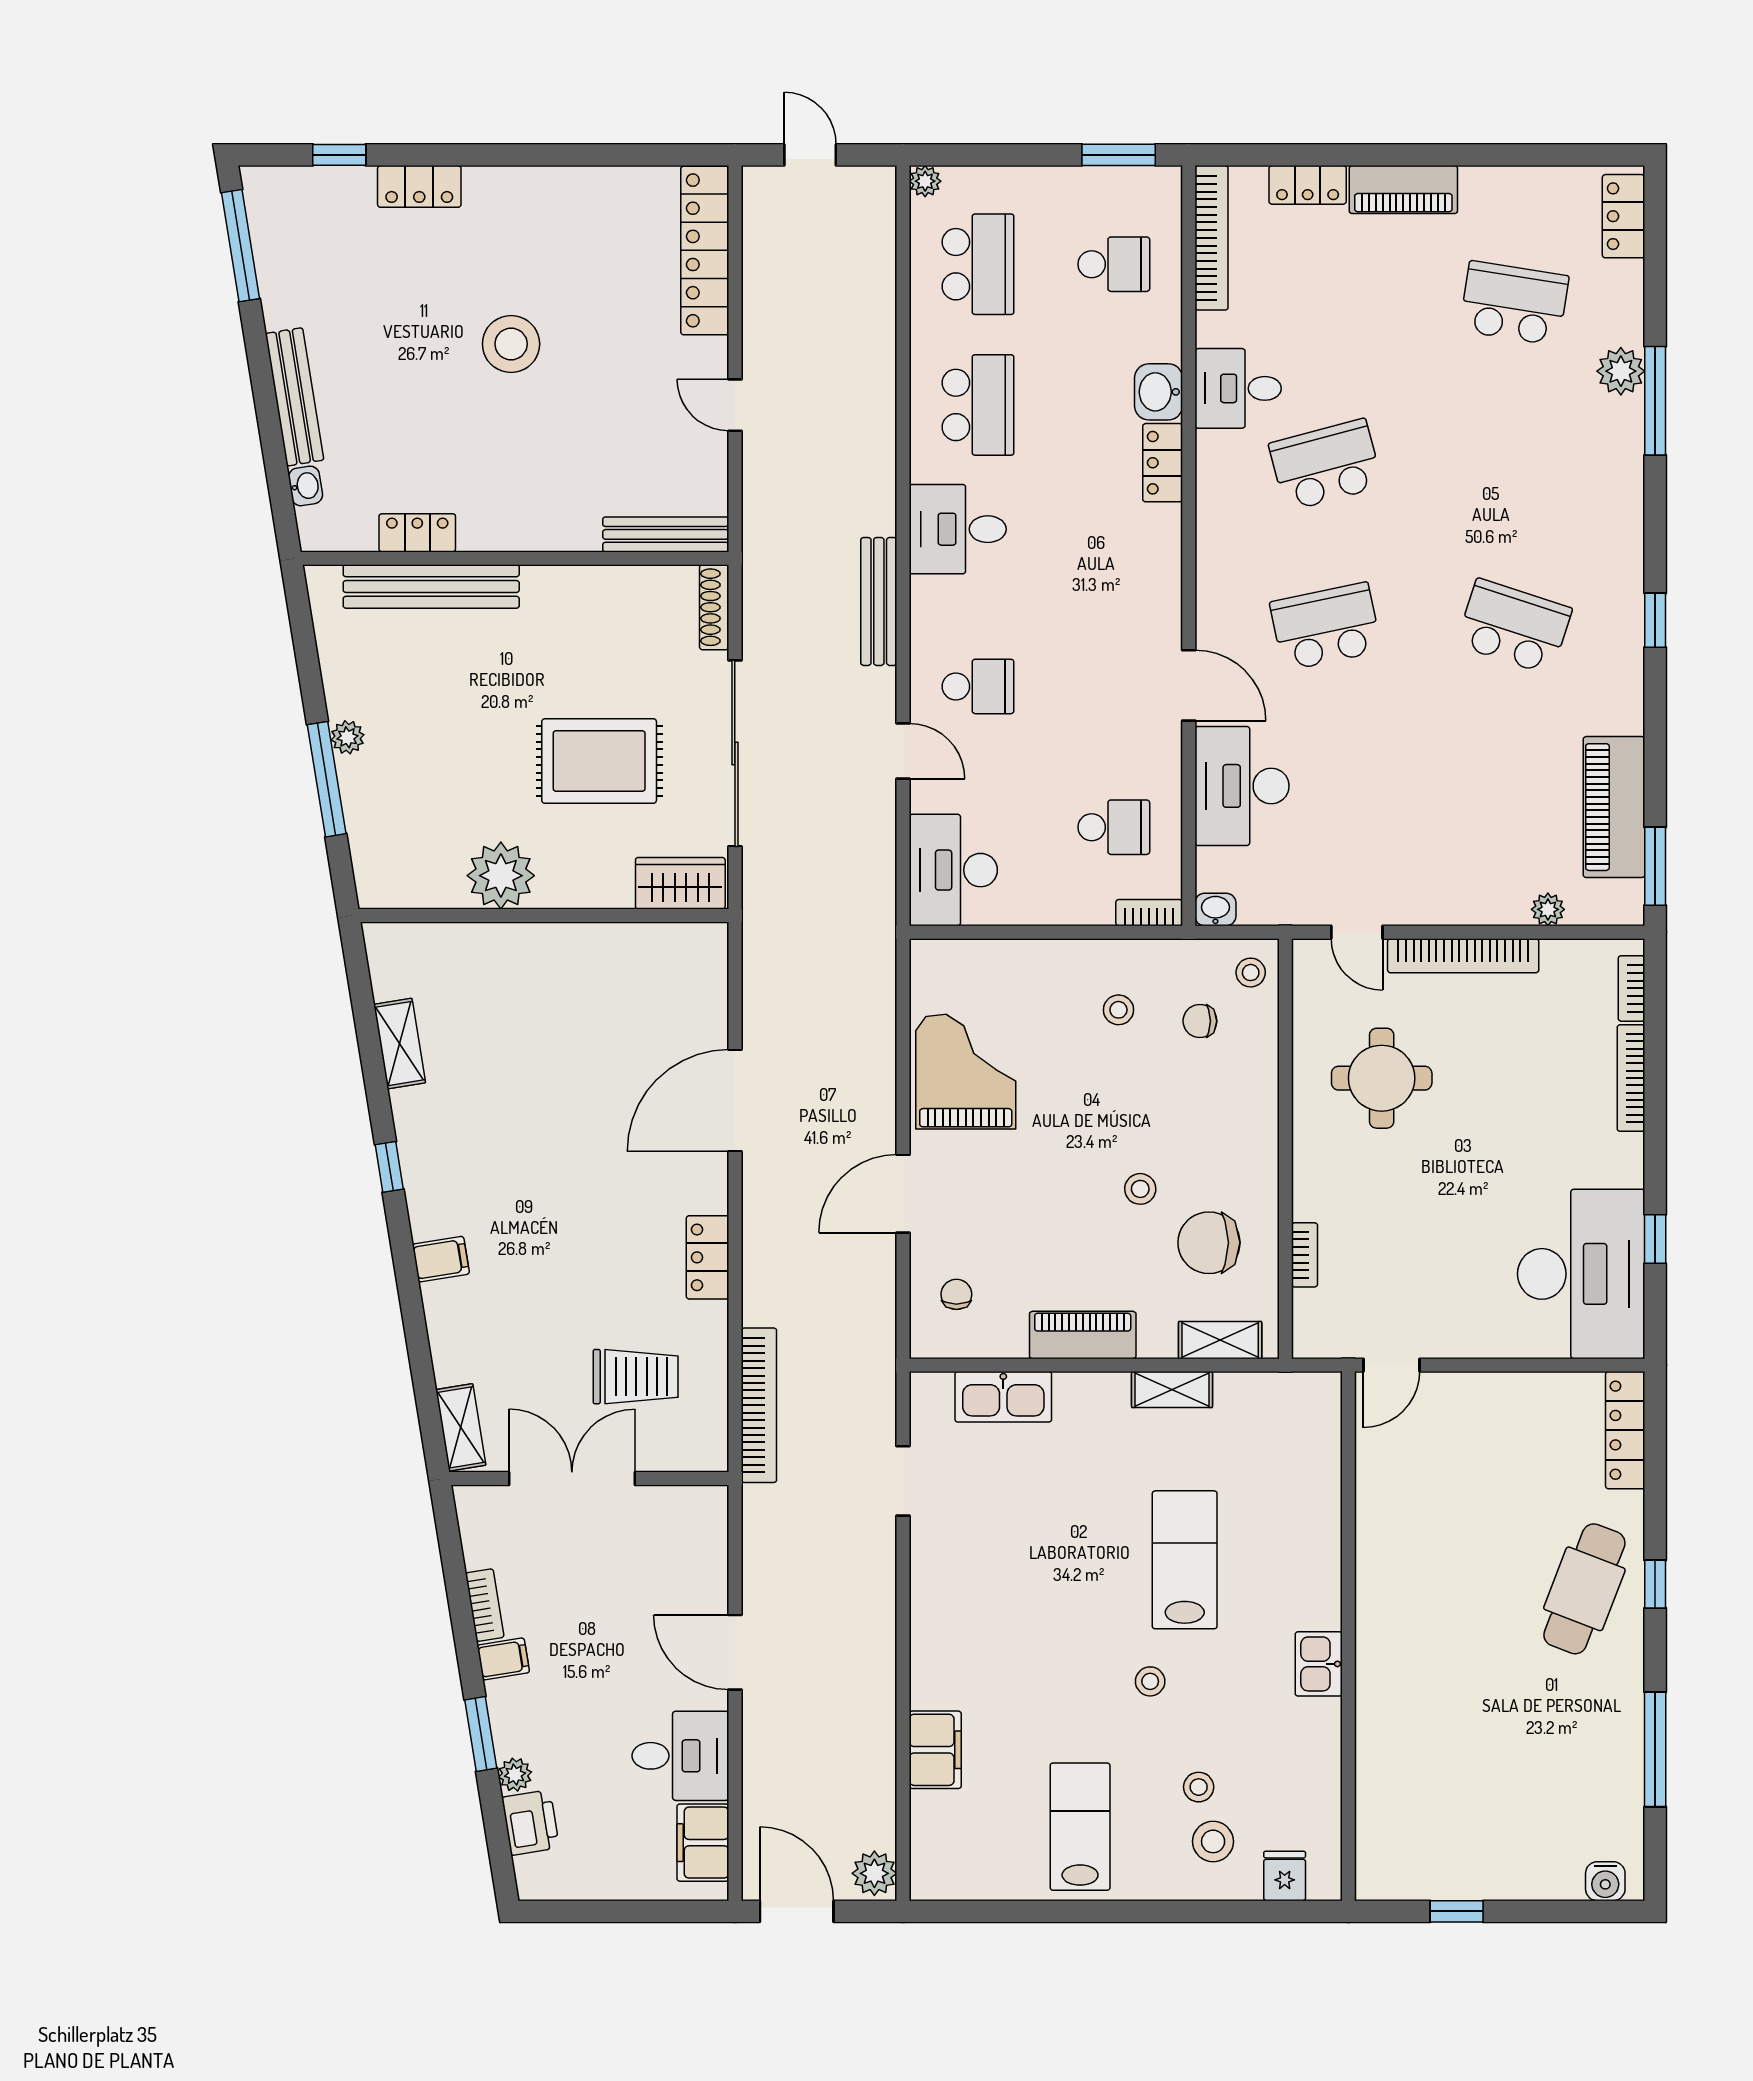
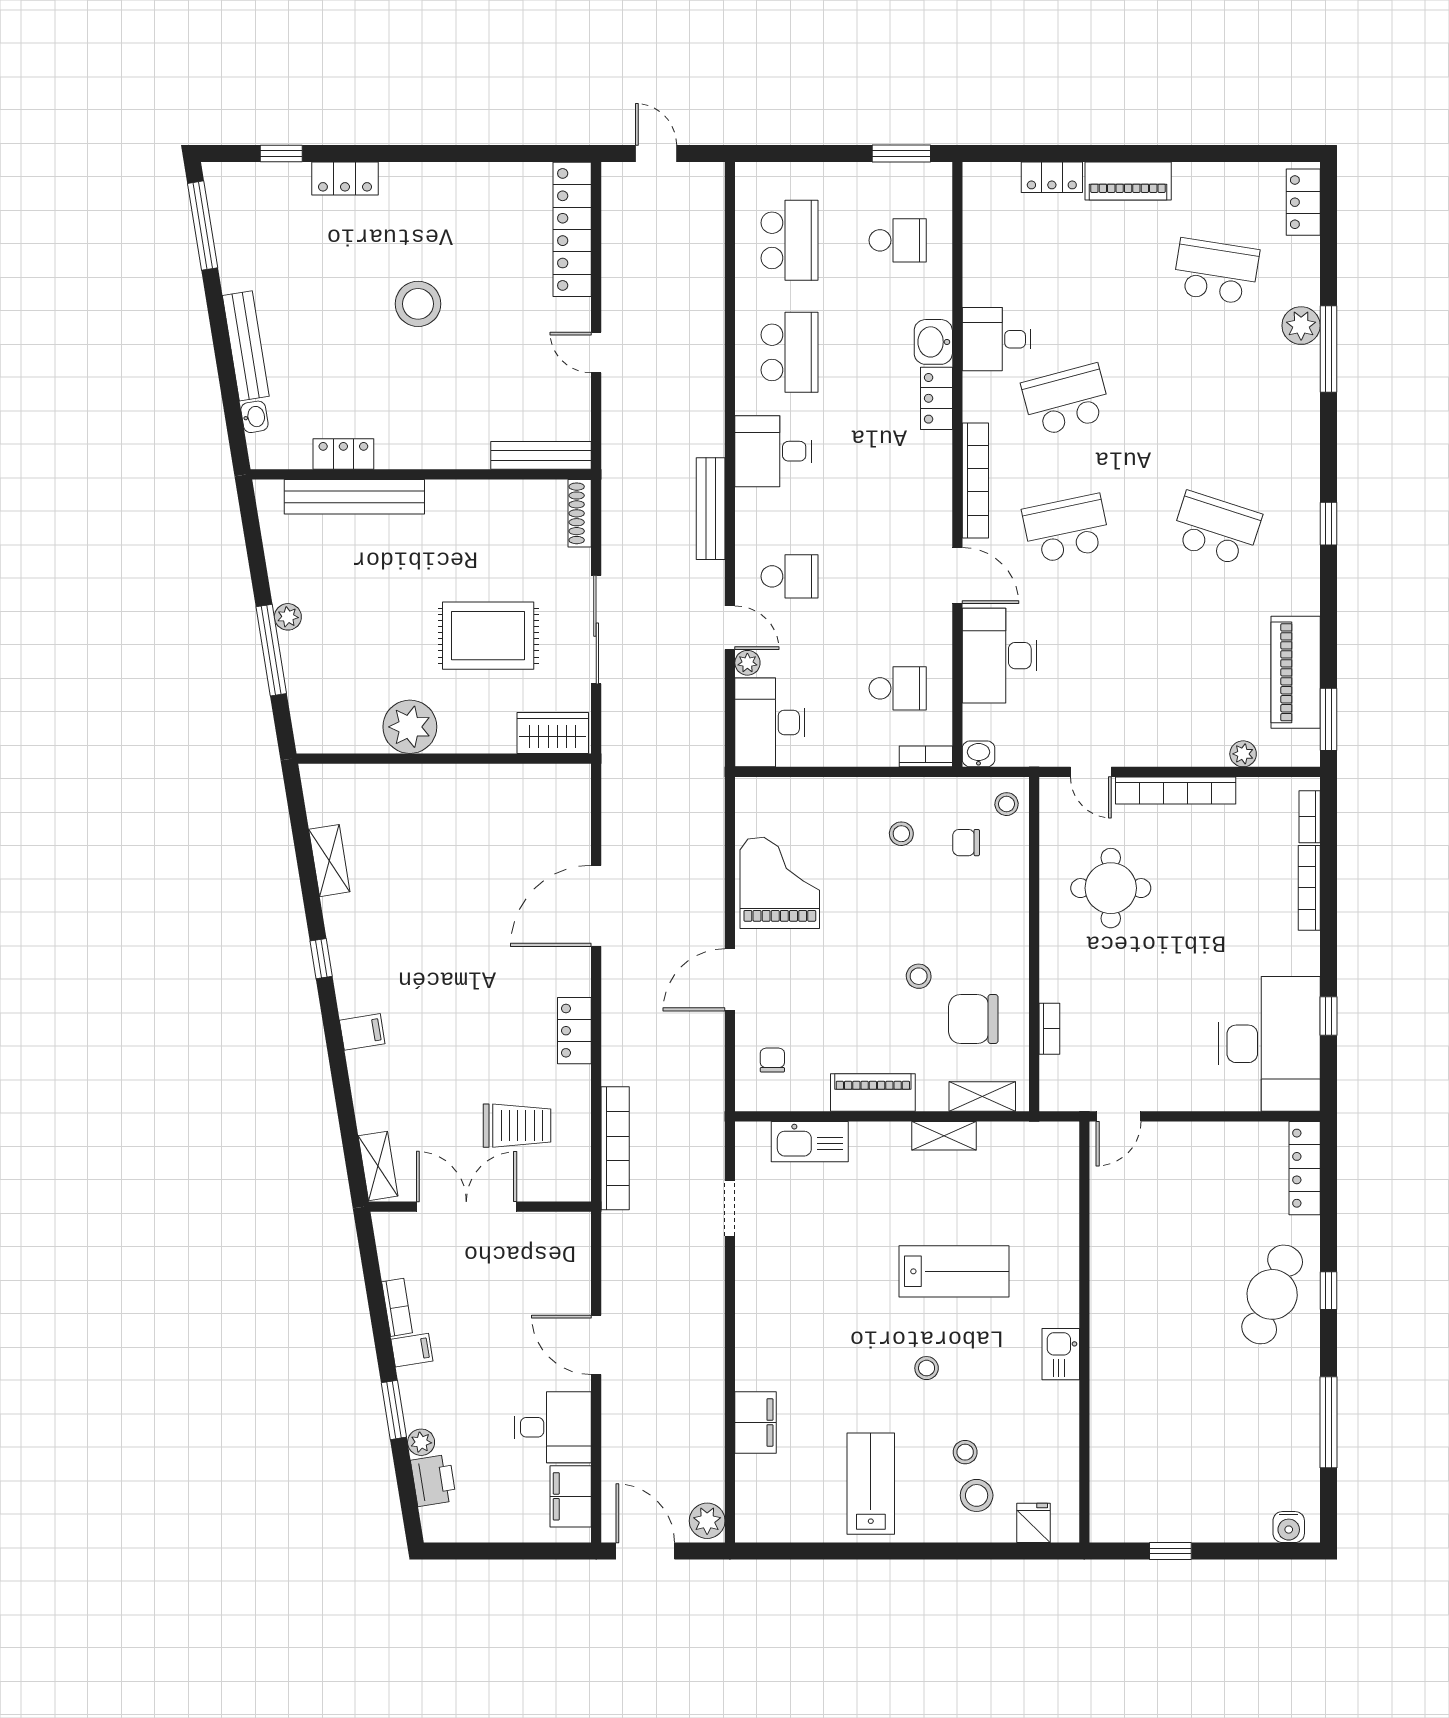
plant: (925, 181) -> (747, 663), moved
bookcase: (1211, 238) -> (975, 480), moved
sliding door: (735, 753) -> (596, 630), width x0.73
lab bench: (1185, 1560) -> (954, 1271), turned 90

